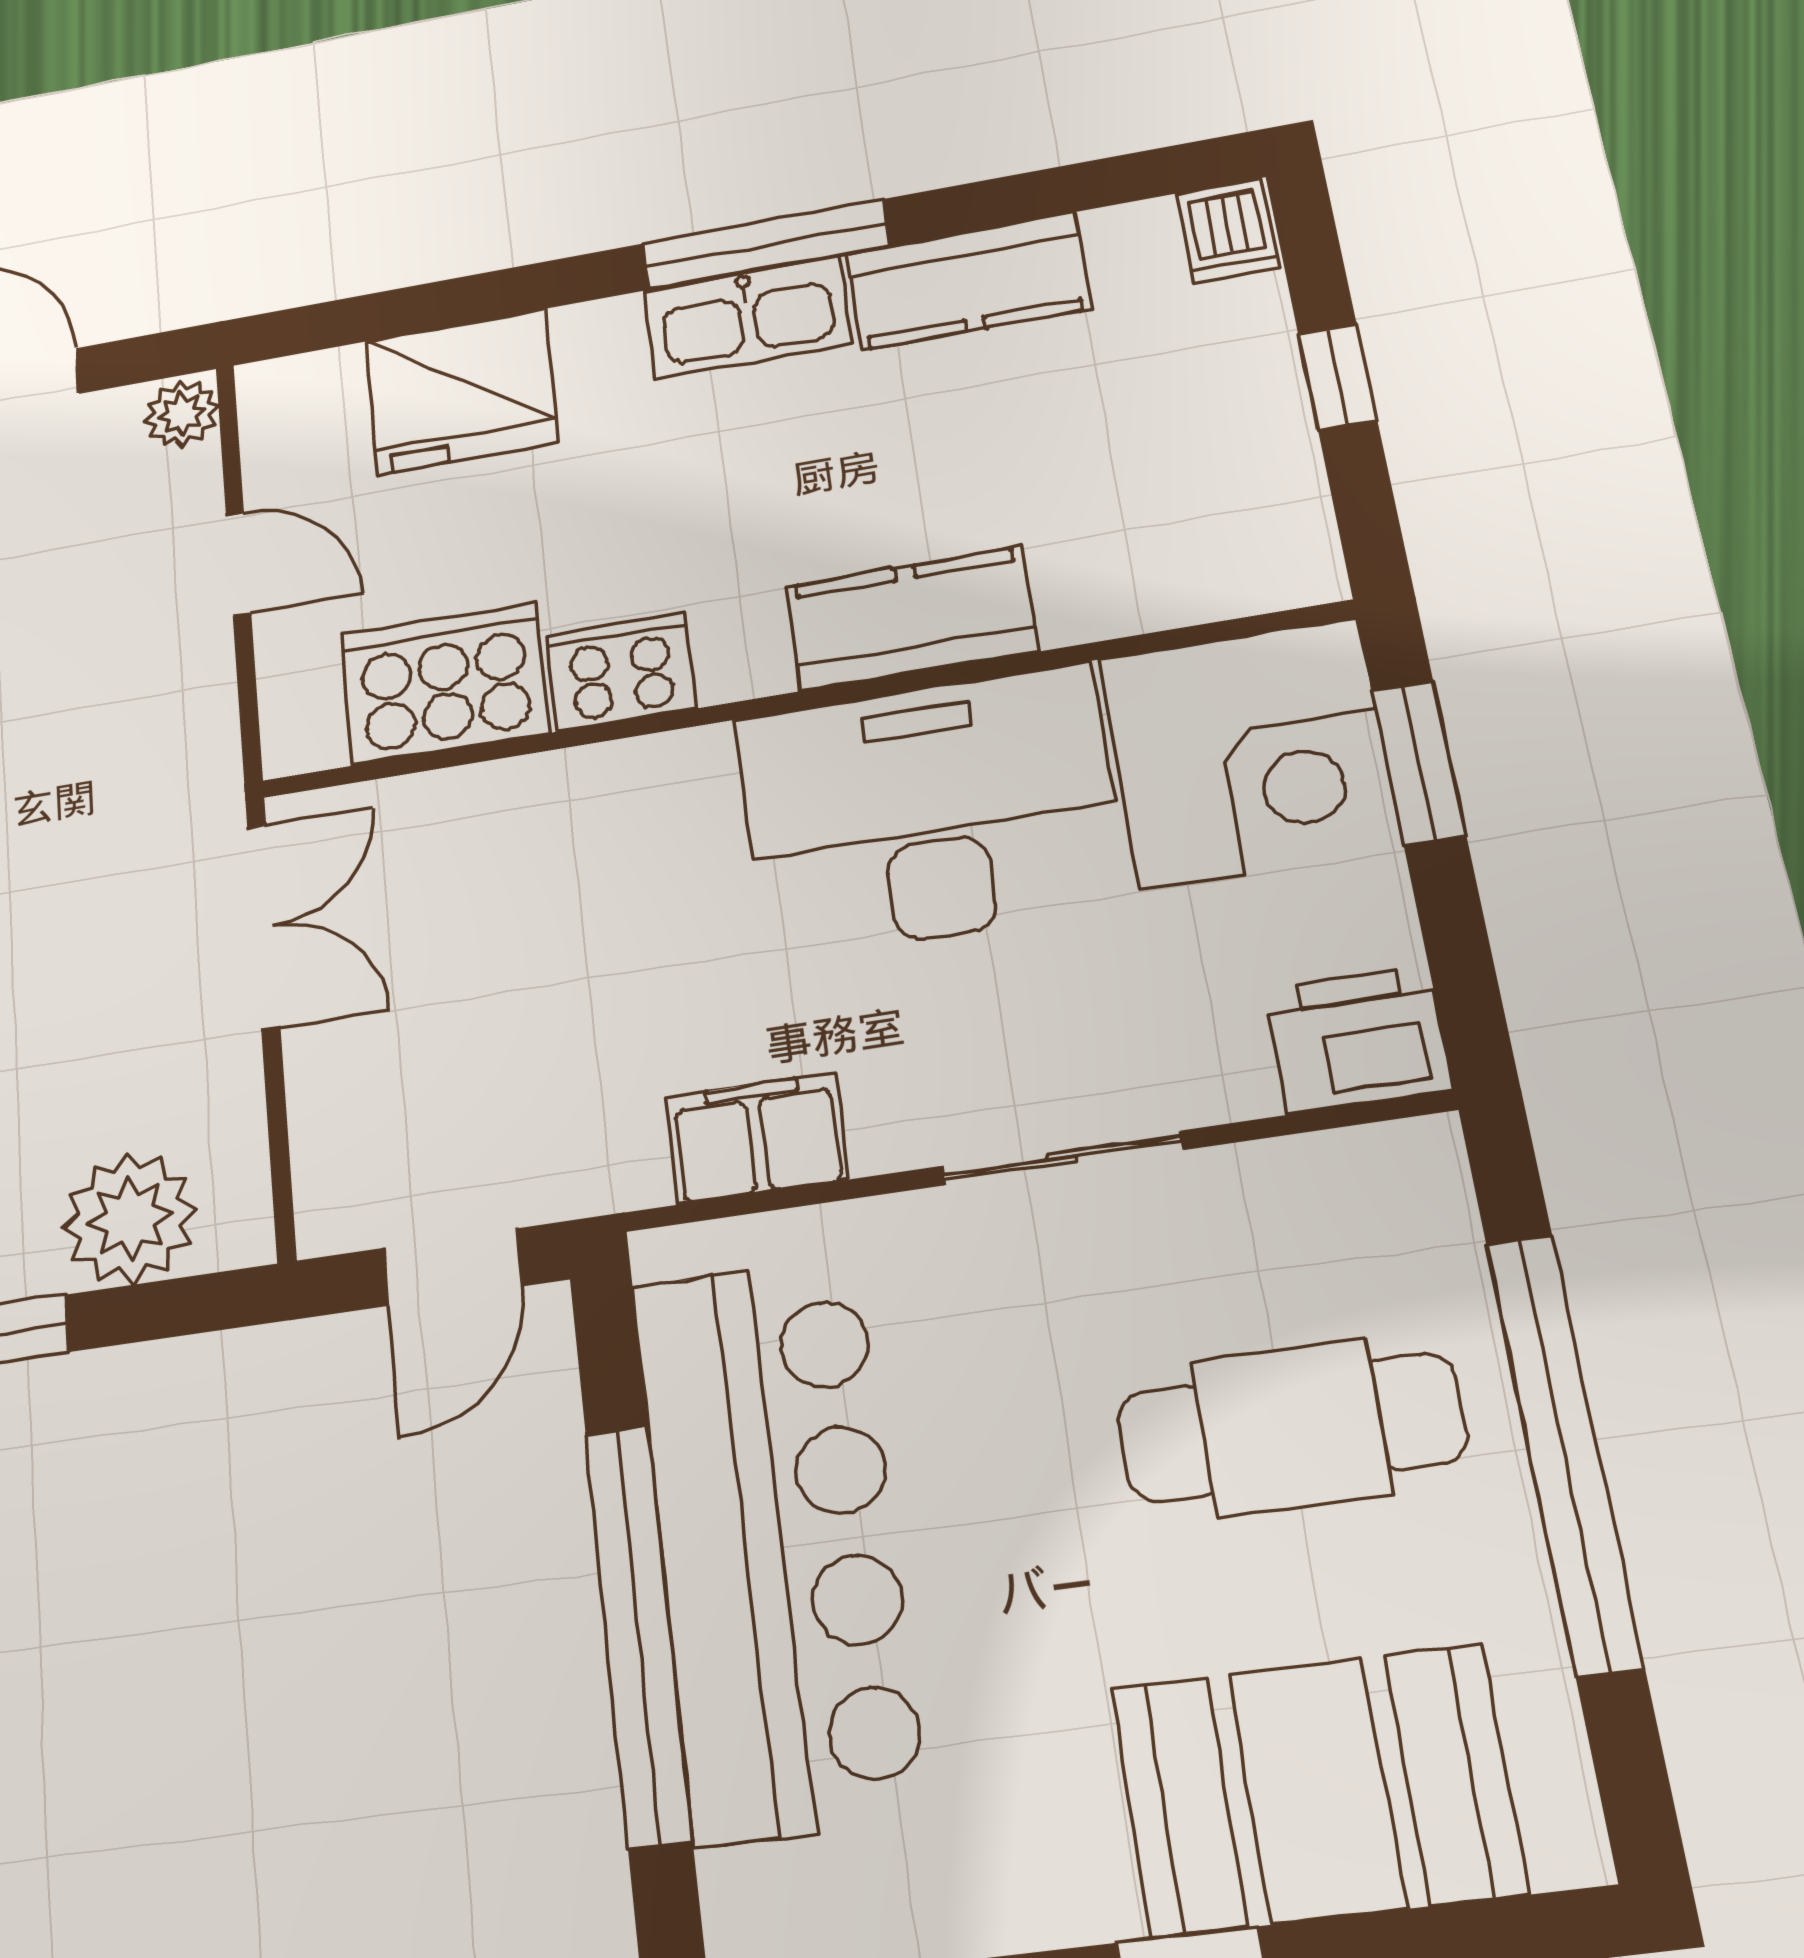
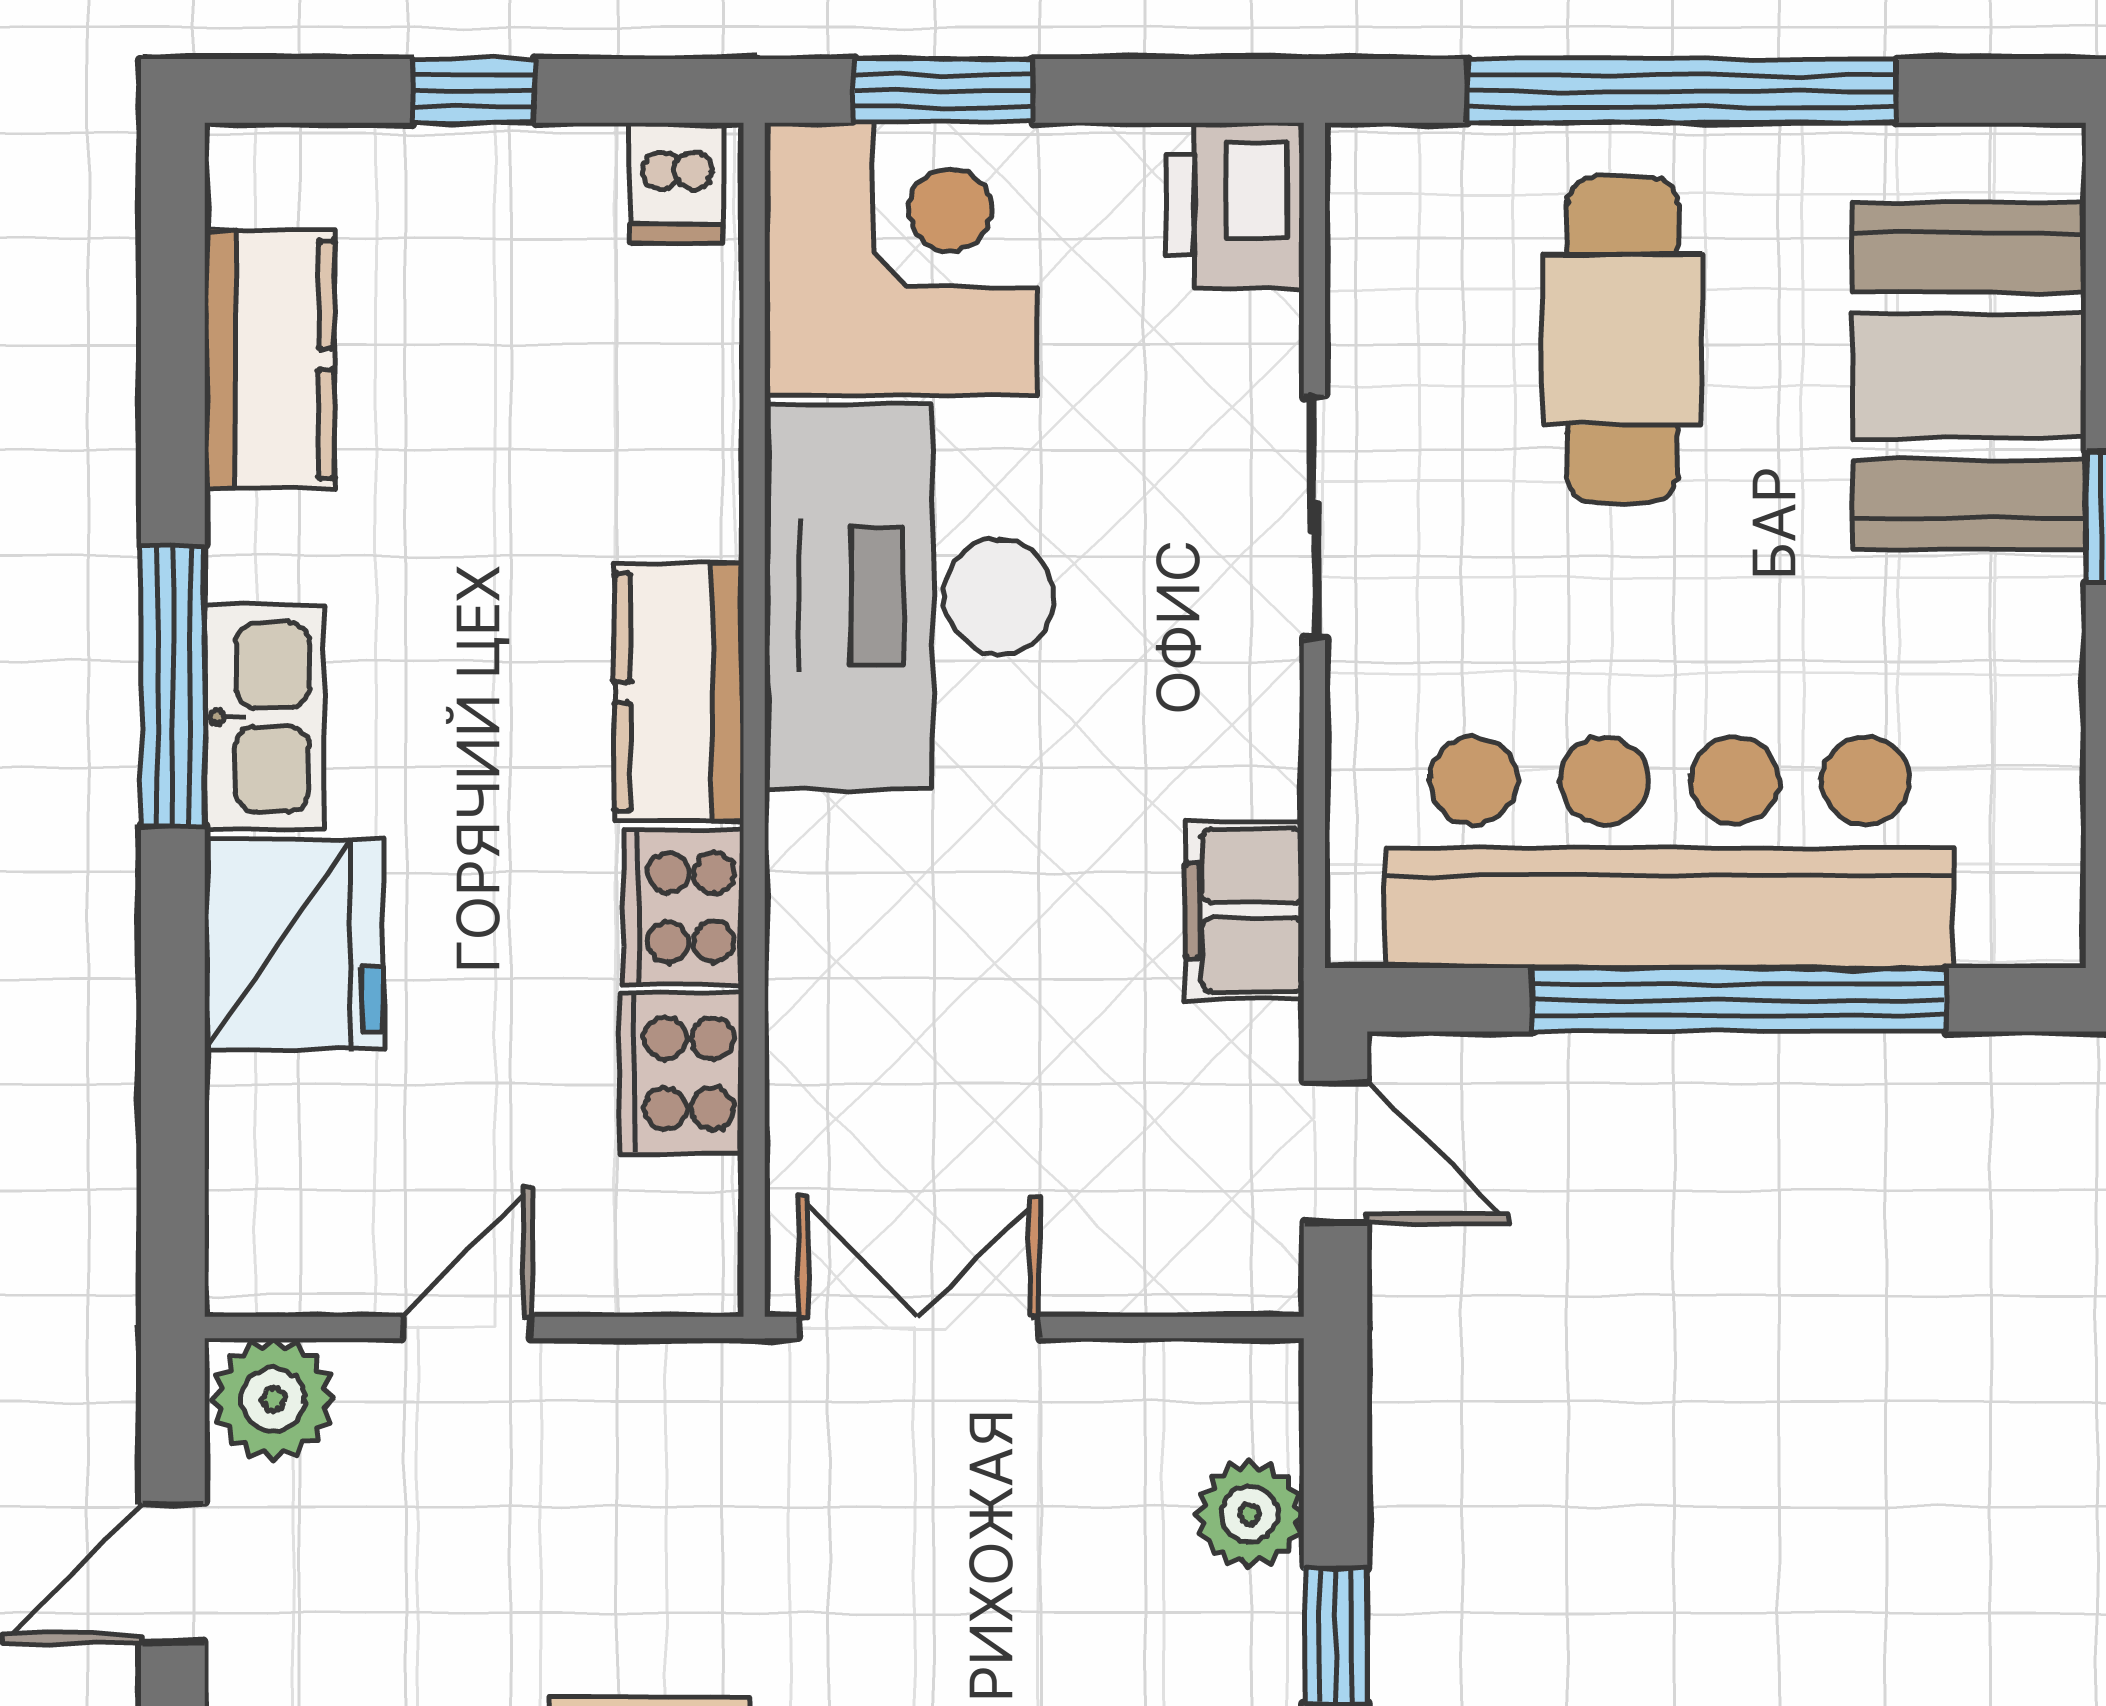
dishwasher: (1228, 231) -> (676, 183), moved, turned 90
kitchen counter: (968, 281) -> (269, 359), moved
fridge: (461, 392) -> (294, 945), moved
plant: (182, 414) -> (274, 1399), width x1.38, depth x1.38
kitchen counter: (911, 619) -> (679, 692), moved
cooker: (445, 684) -> (681, 1073), width x0.73, depth x0.76
filing cabinet: (757, 1138) -> (1244, 910), moved
plant: (130, 1219) -> (1250, 1514), width x0.73, depth x0.73

